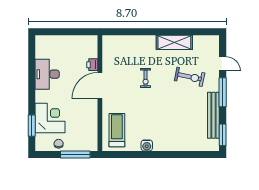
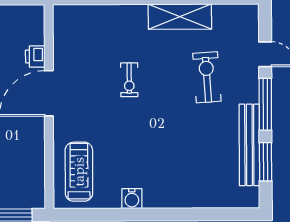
exercise bike: (190, 77) -> (207, 77), turned -106
window: (223, 135) -> (266, 162), moved

